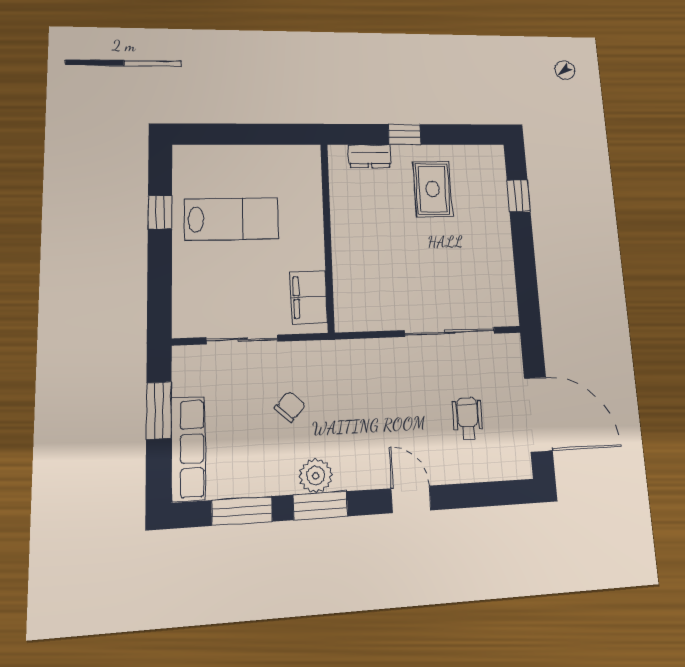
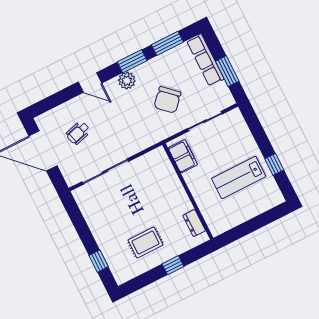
dresser: (370, 156) -> (194, 223), moved, turned -90
rug: (433, 189) -> (146, 242), turned 90
chair: (290, 406) -> (167, 100), width x1.87, depth x1.87
wheelchair: (468, 418) -> (78, 133), turned 74
plant: (316, 476) -> (127, 81), moved

